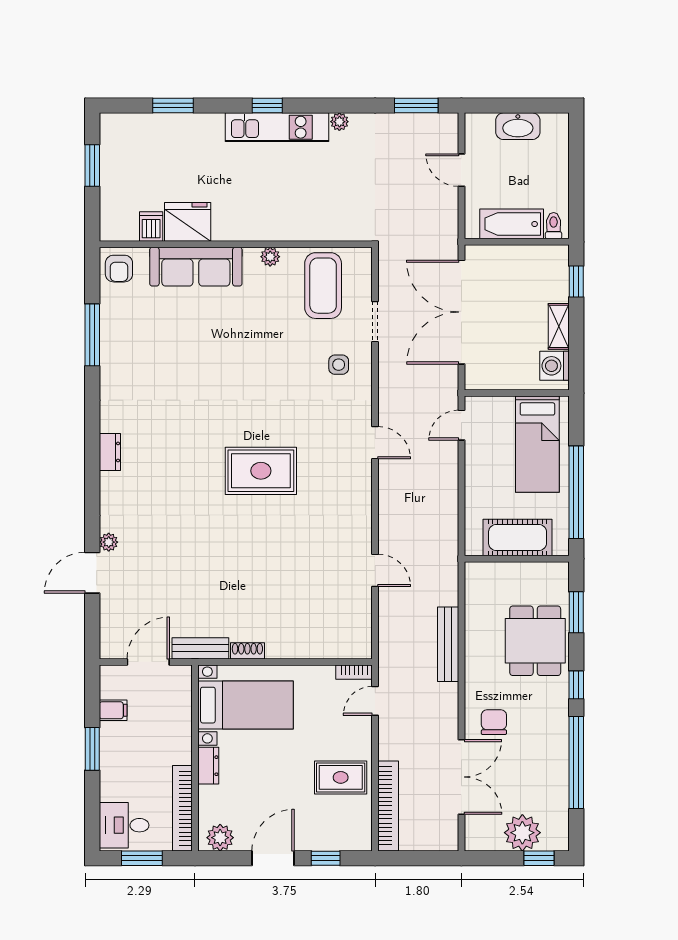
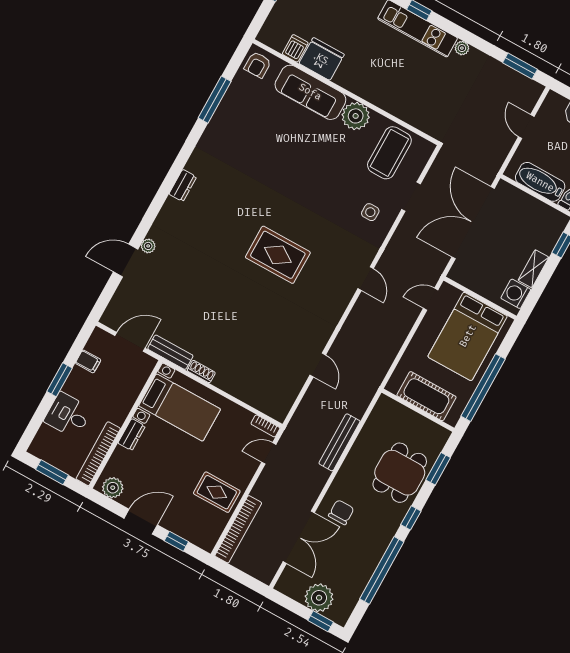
plant: (270, 257) -> (356, 116), width x1.87, depth x1.87
bed: (537, 444) -> (468, 336), width x1.50
desk: (124, 825) -> (68, 415), moved

